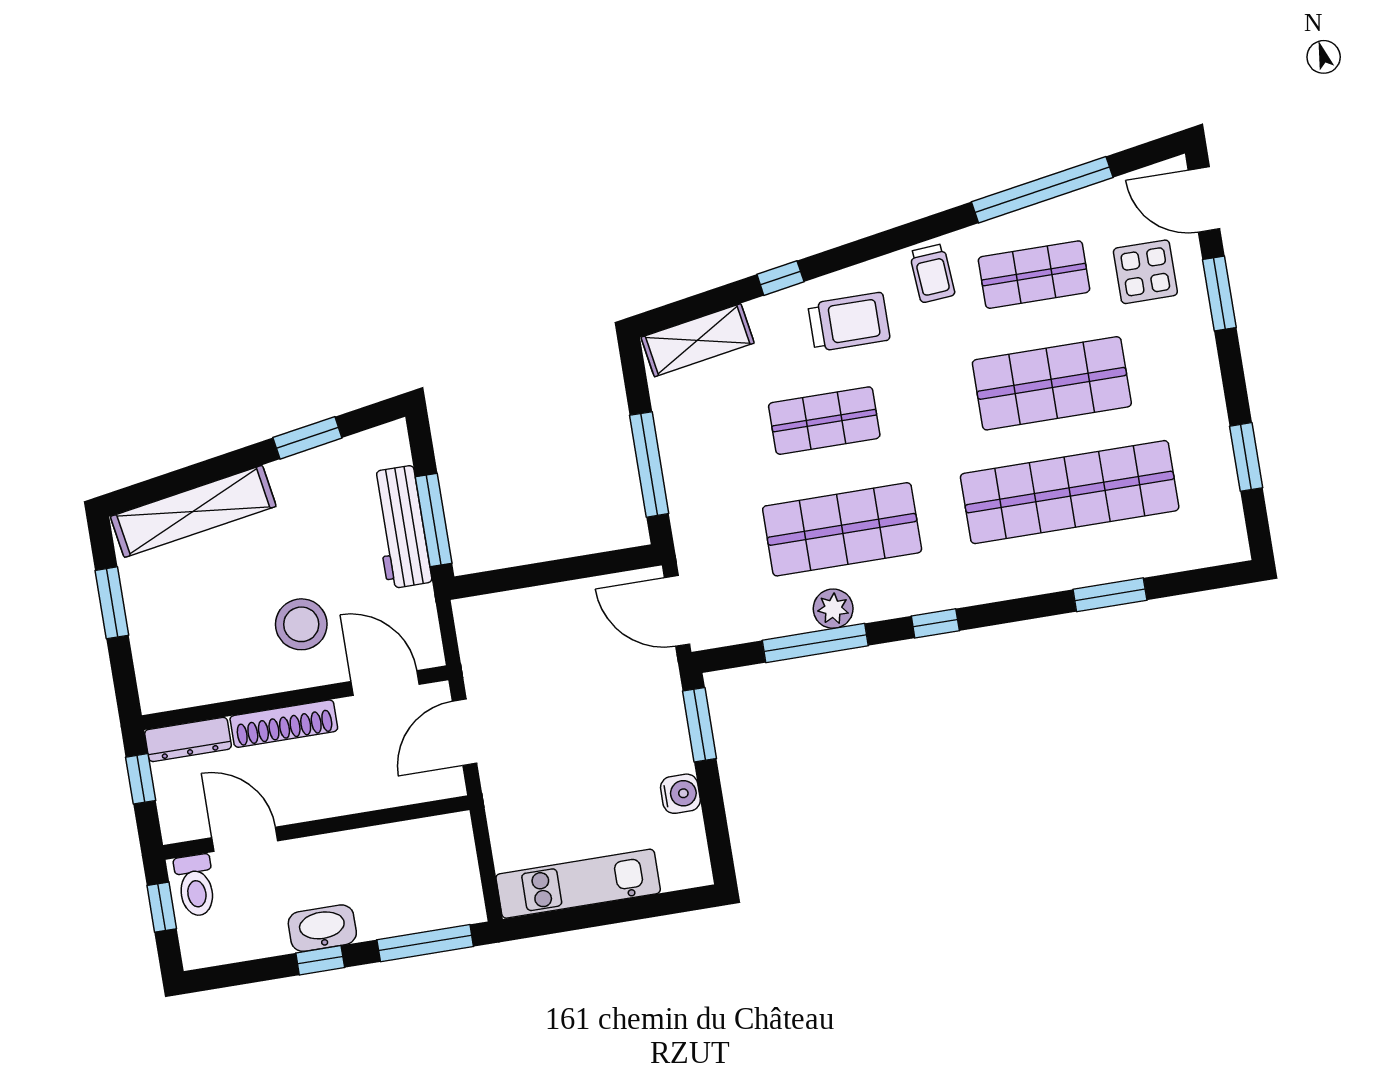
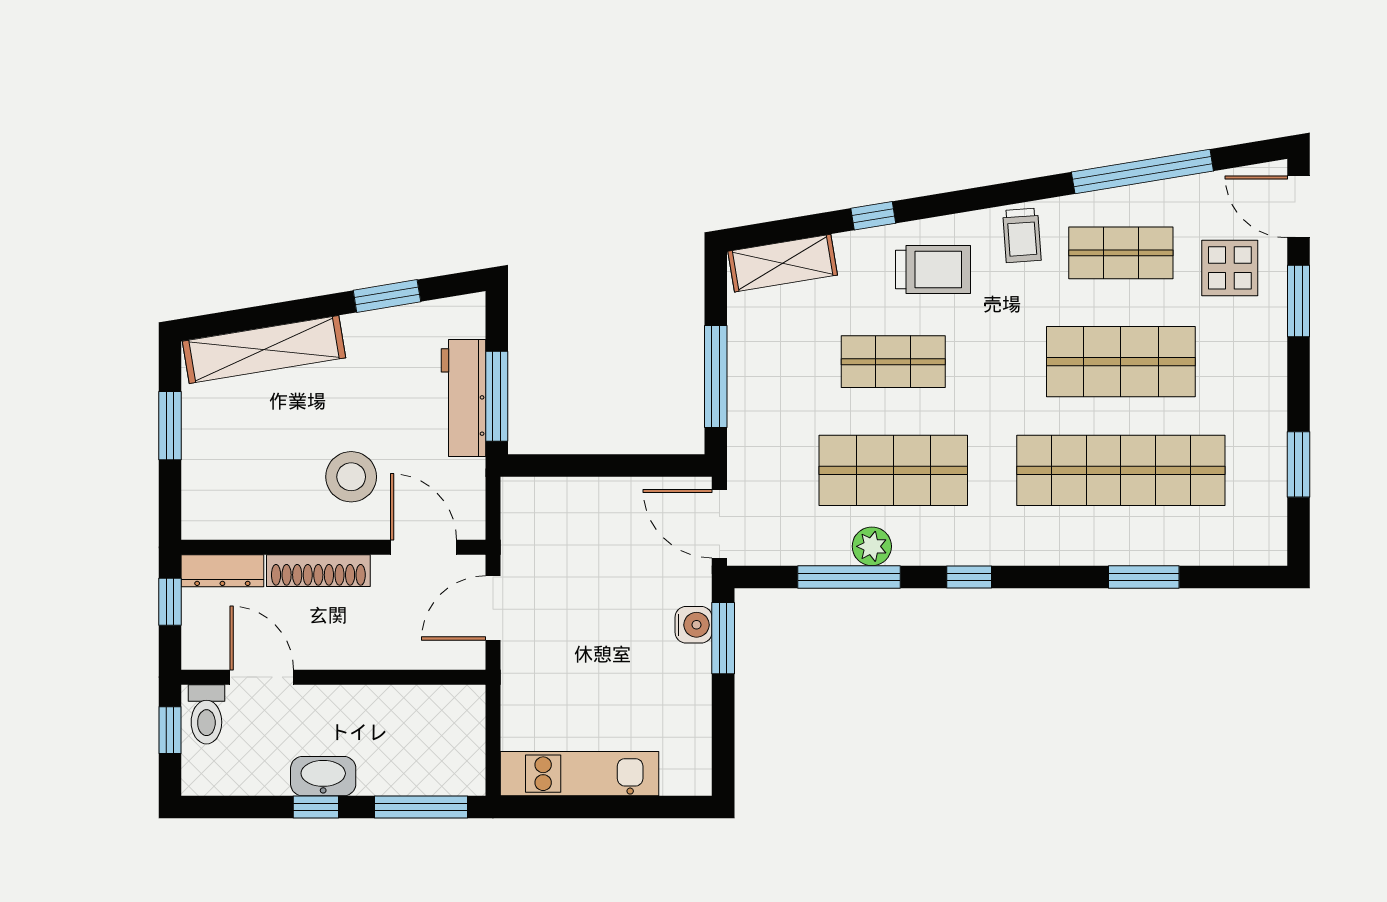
water cooler: (680, 794) -> (694, 625), moved

